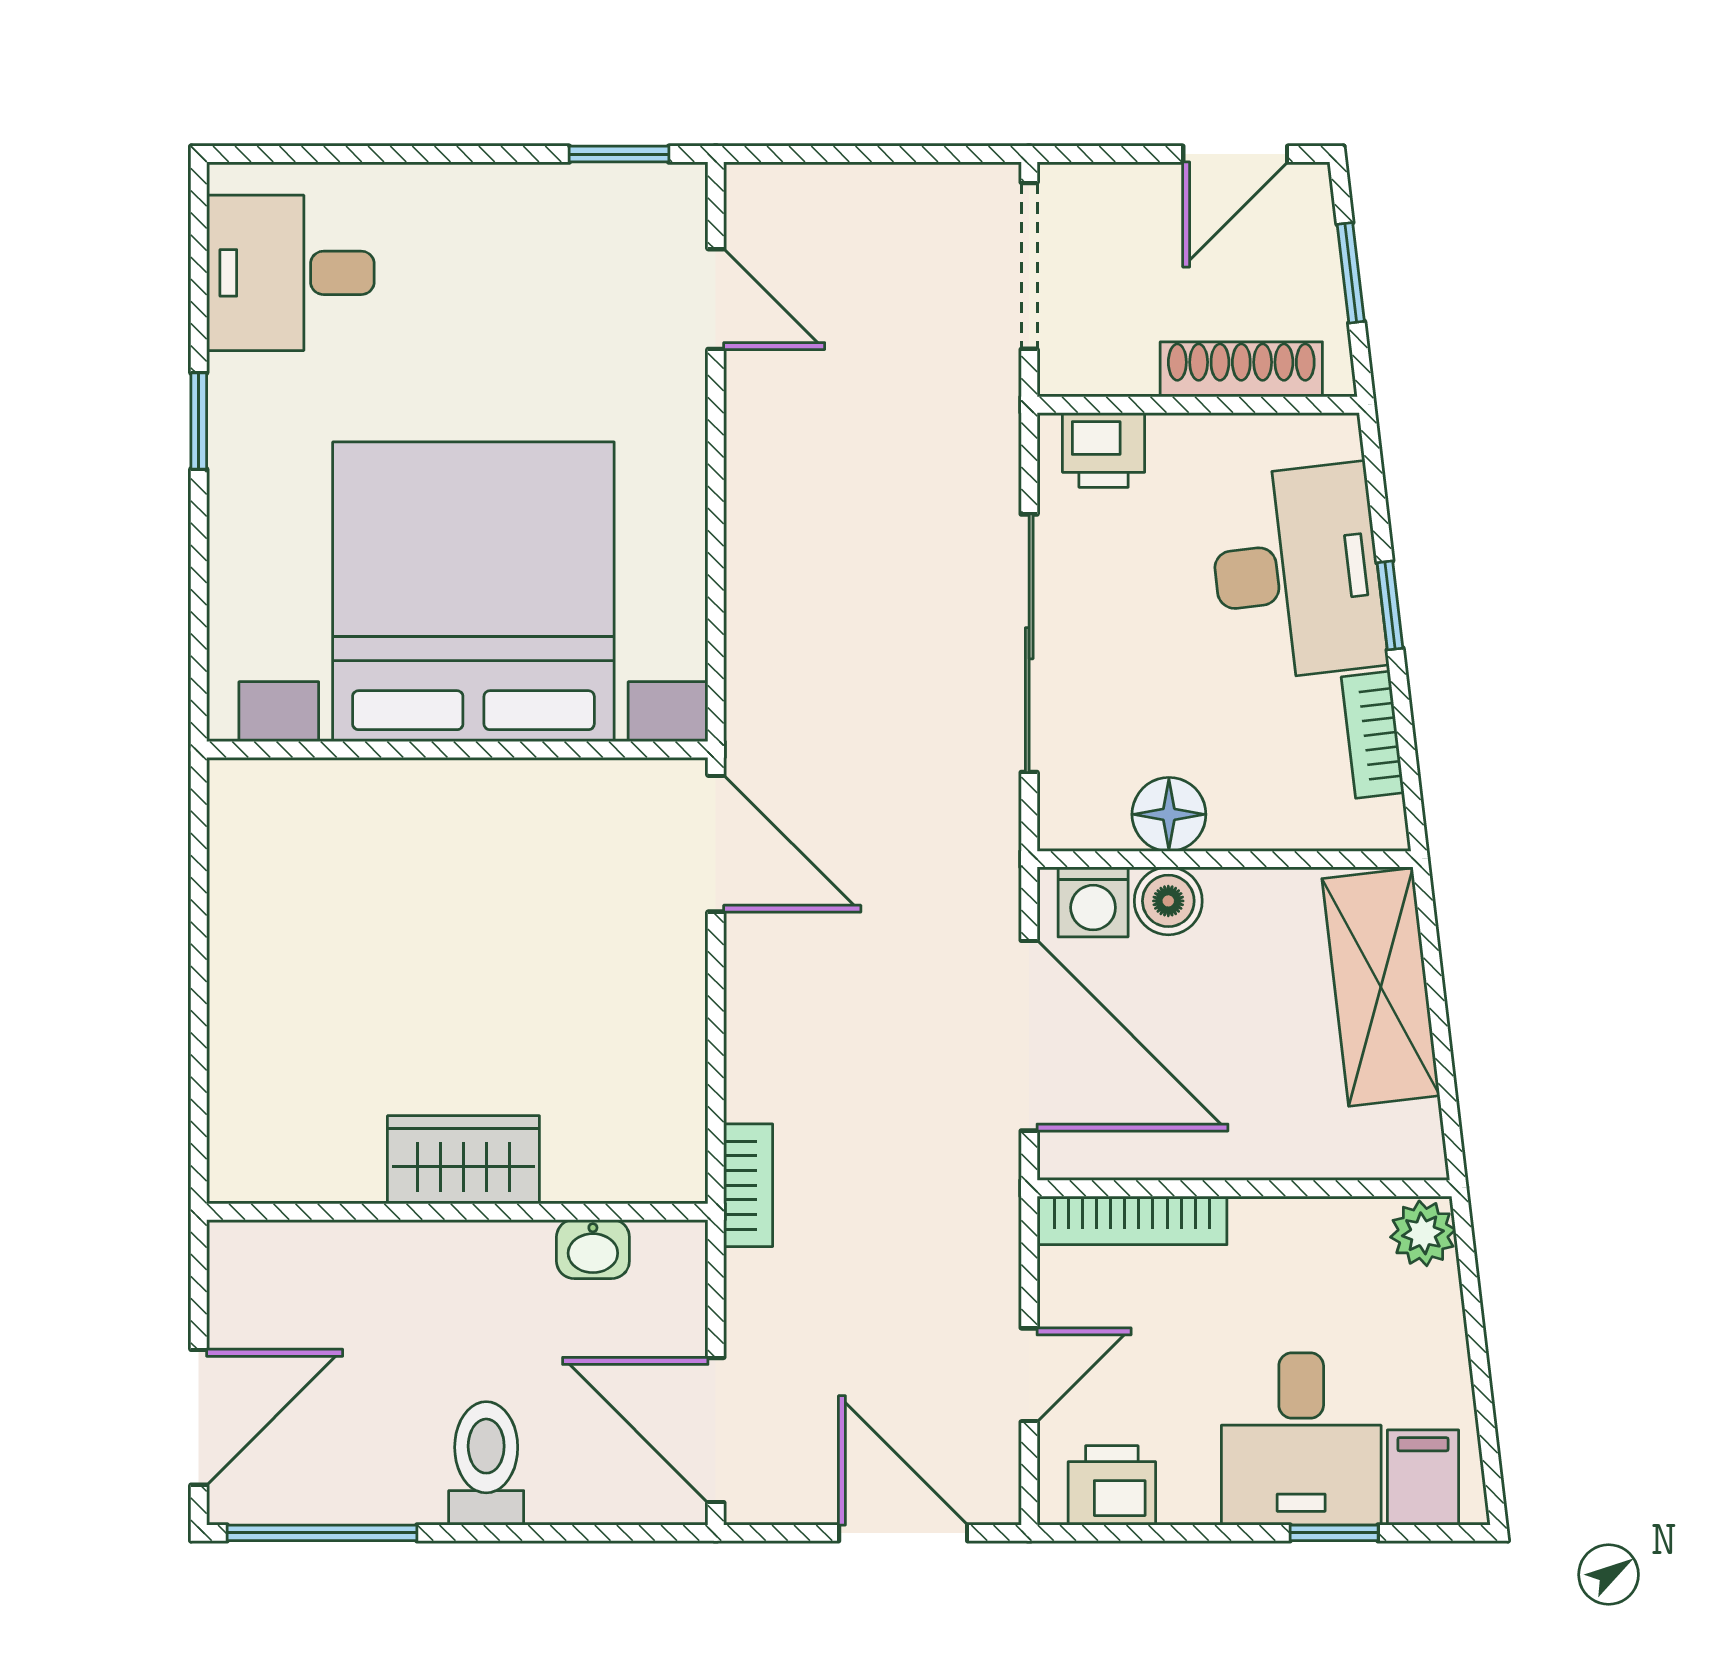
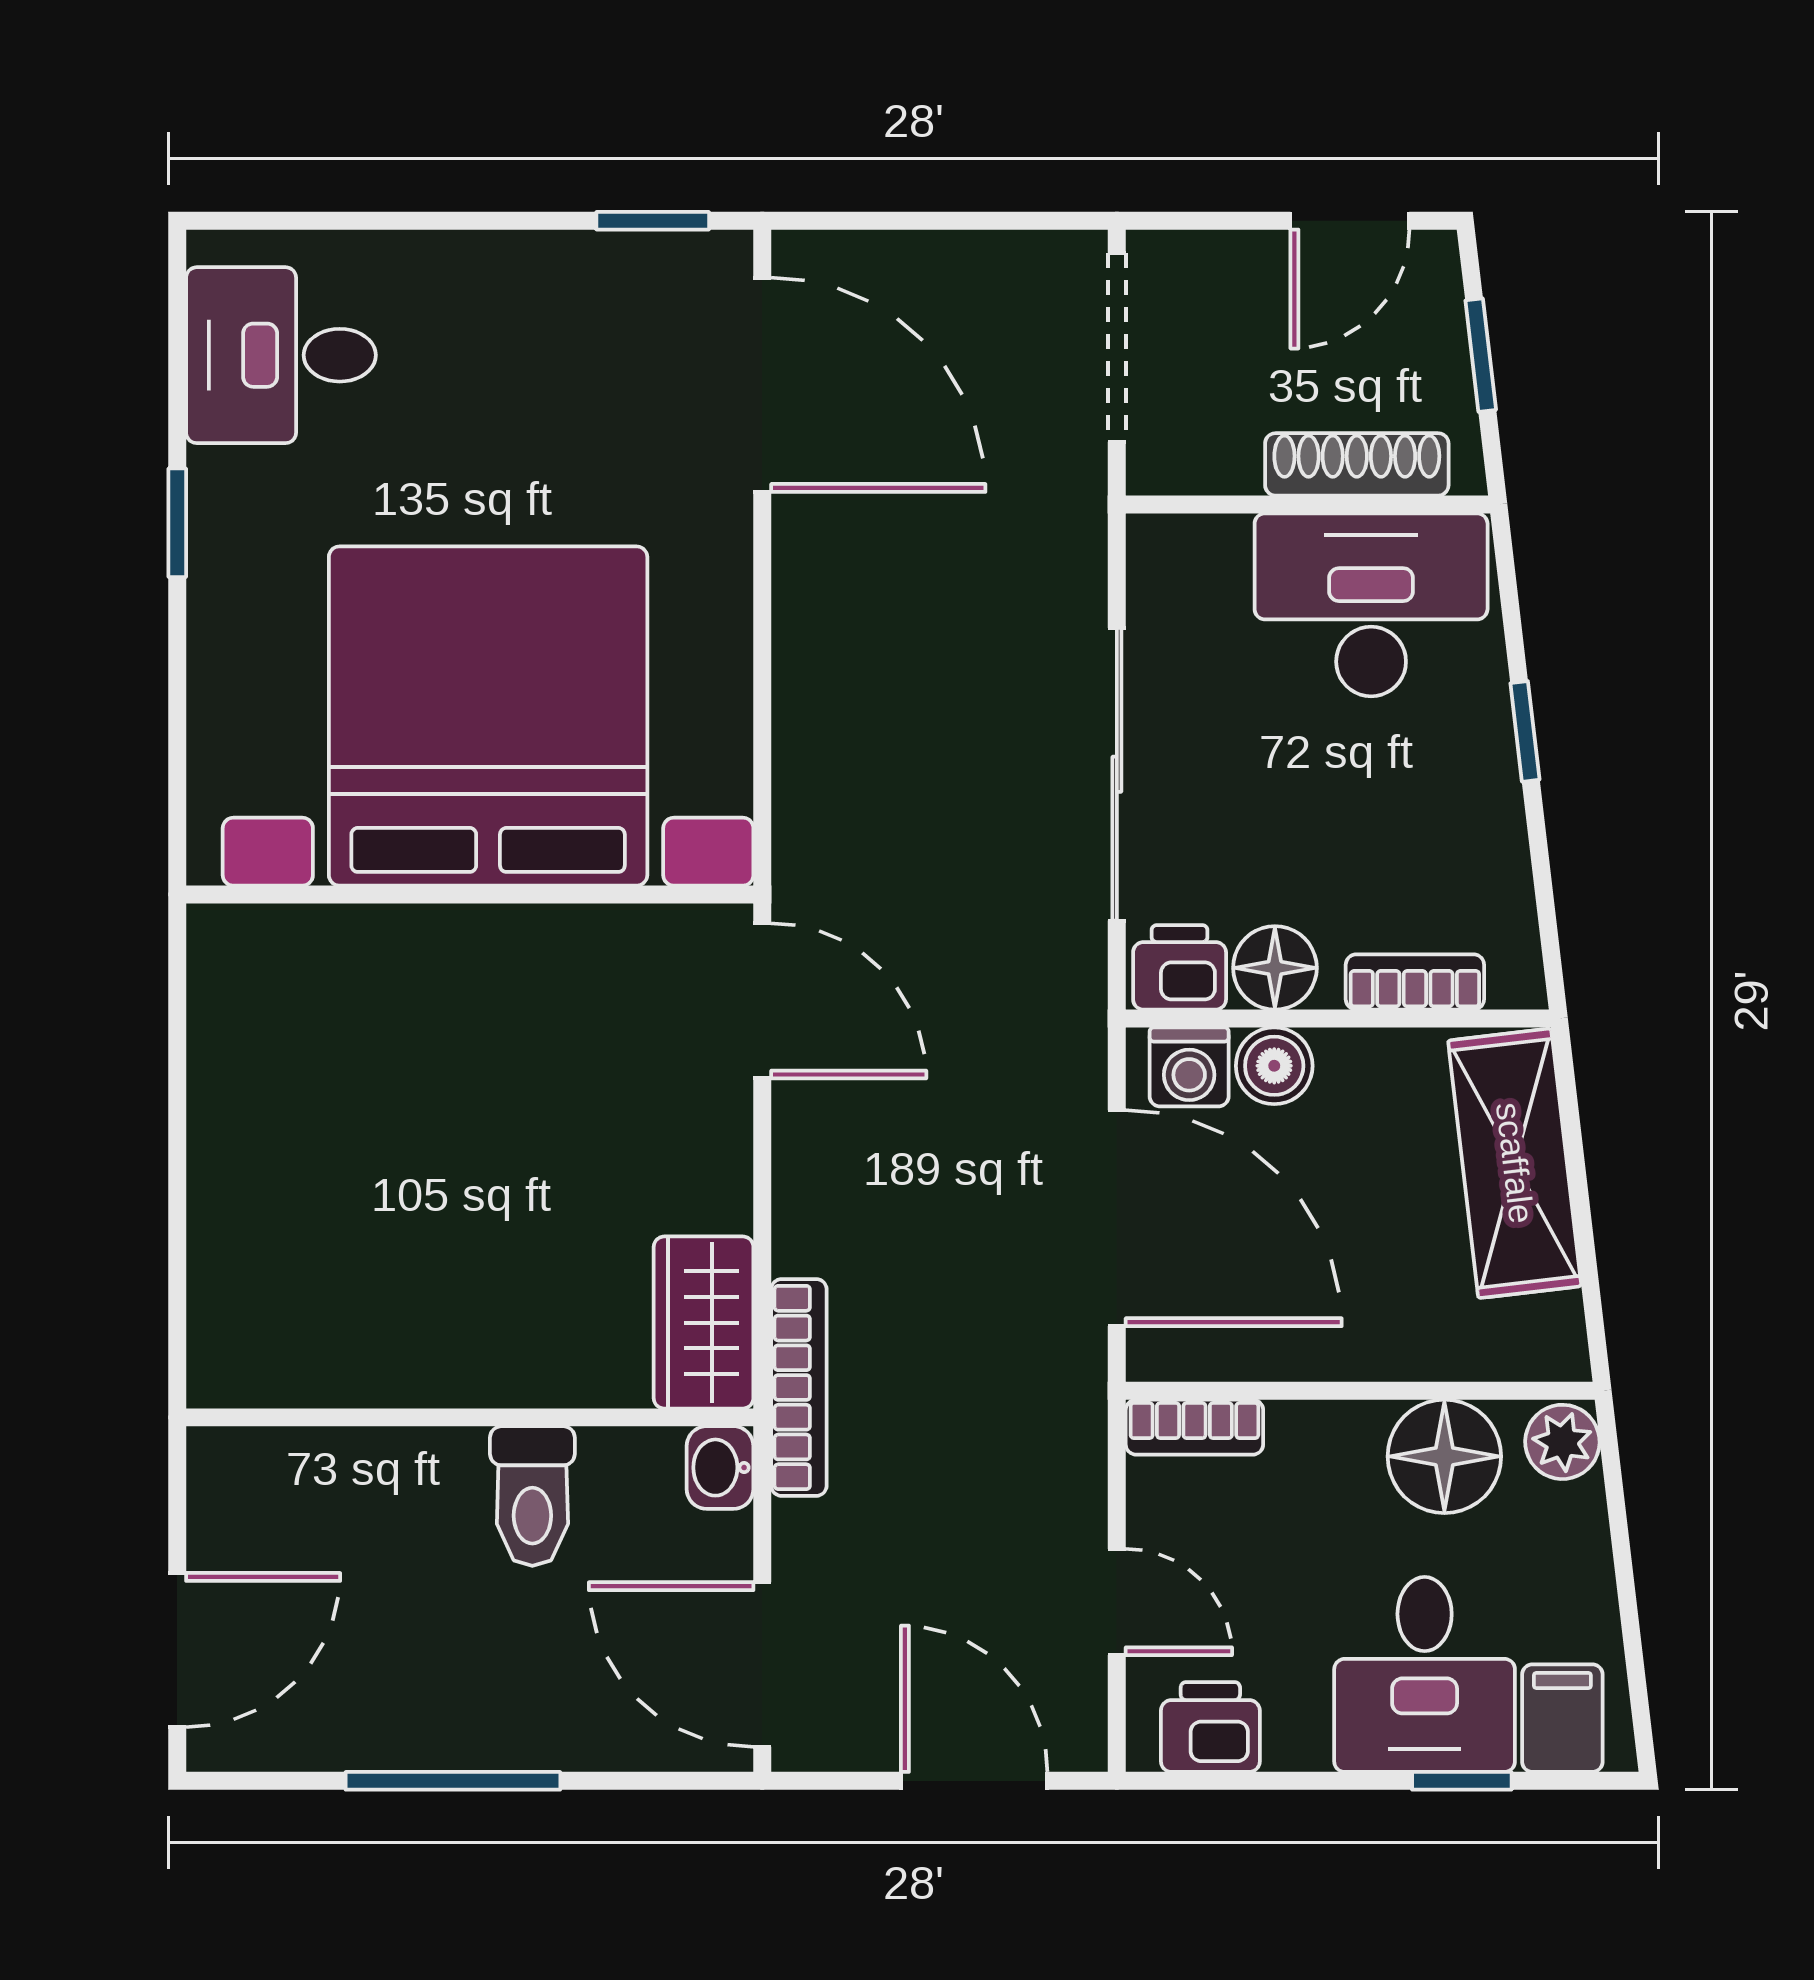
door: (716, 299) -> (762, 385), width x1.88
printer: (1104, 450) -> (1180, 967), moved, turned 180
desk: (1297, 572) -> (1371, 605), moved, turned -83
bookcase: (1373, 735) -> (1415, 982), moved, turned 97
wardrobe: (463, 1160) -> (704, 1323), moved, turned -90
bookcase: (748, 1185) -> (799, 1387), width x1.56
bookcase: (1132, 1220) -> (1194, 1427), width x0.64
floor lamp: (1319, 1246) -> (1444, 1456), added
washbasin: (593, 1249) -> (720, 1468), moved, turned 90
door: (1029, 1375) -> (1117, 1602), hinge flipped
toilet: (486, 1463) -> (532, 1496), moved, turned 180
window: (322, 1533) -> (453, 1781), moved

